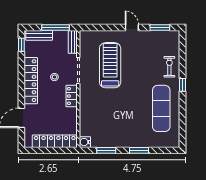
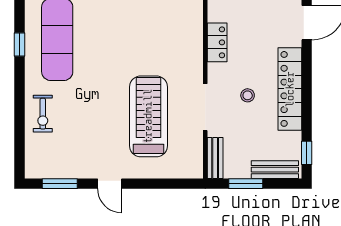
window: (55, 28) -> (246, 184), width x0.69
treadmill: (110, 65) -> (148, 116), turned 180
window: (182, 85) -> (20, 44), moved
locker: (72, 96) -> (217, 42), moved

